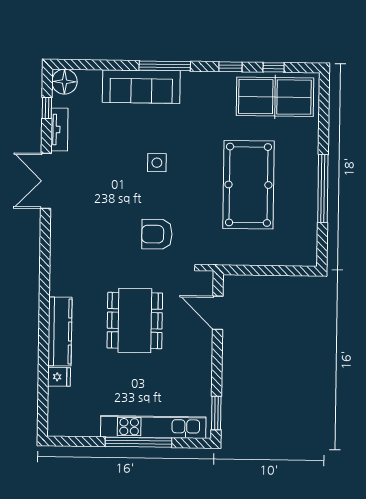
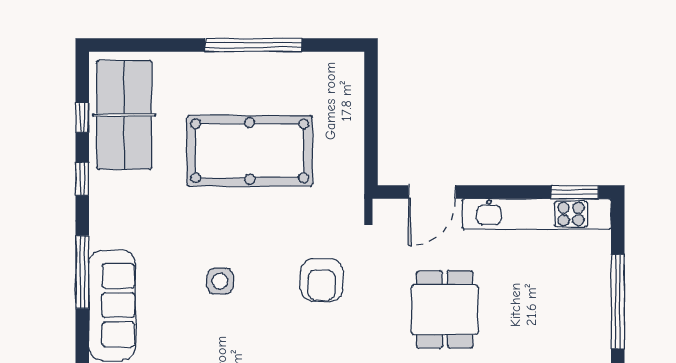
dining table: (135, 321) -> (445, 310), width x0.73
kitchen unit: (153, 427) -> (537, 214), moved, turned -90

